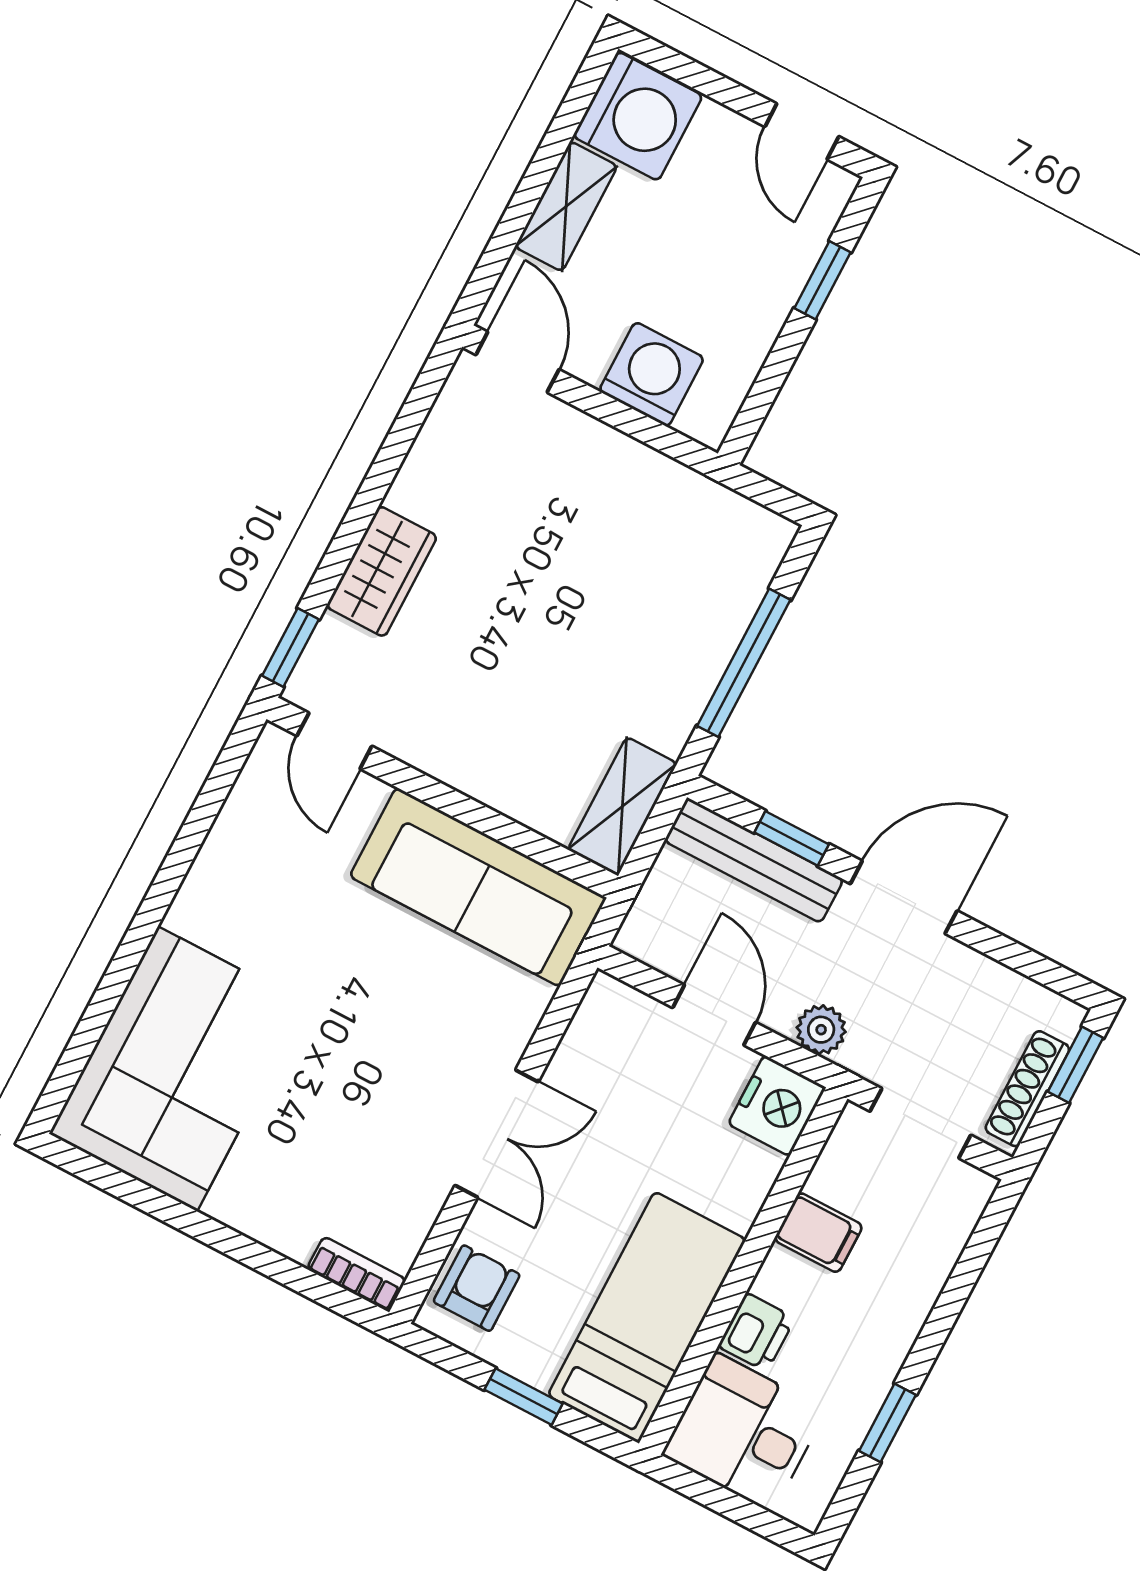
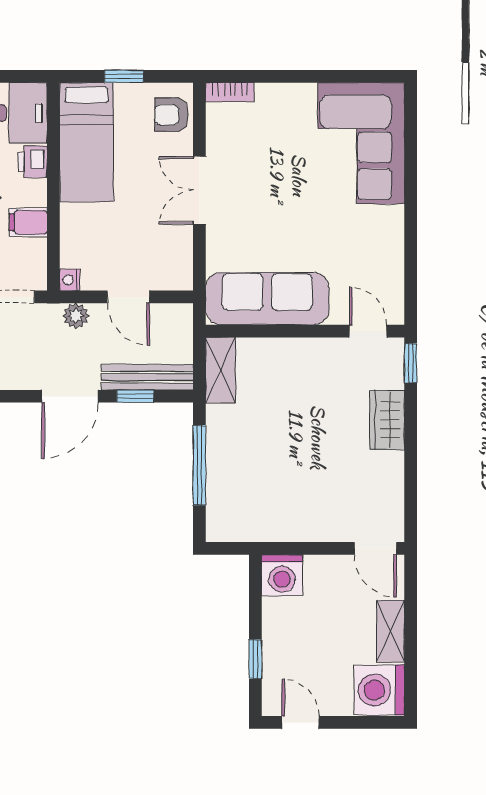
washing machine: (652, 374) -> (282, 575), moved
nightstand: (777, 1106) -> (70, 280), width x0.53, depth x0.56
armchair: (477, 1288) -> (171, 115), turned 90

